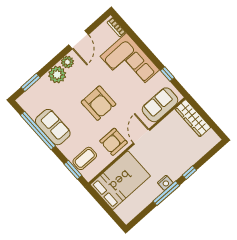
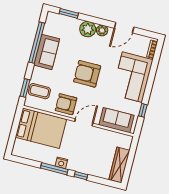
armchair: (99, 103) -> (87, 74), turned 90
wardrobe: (193, 118) -> (119, 165), moved

